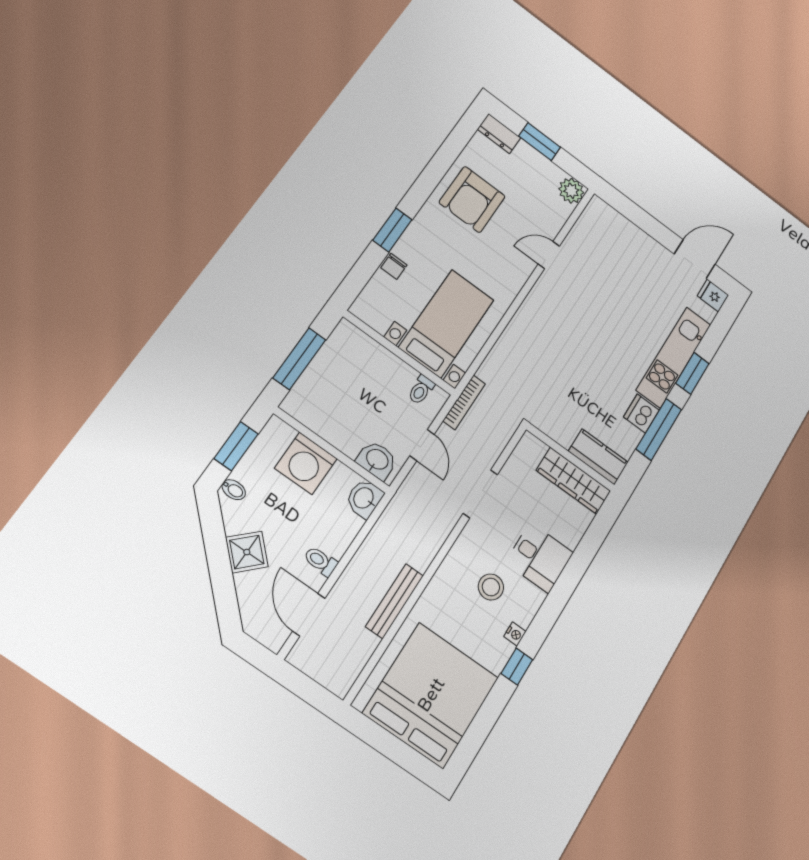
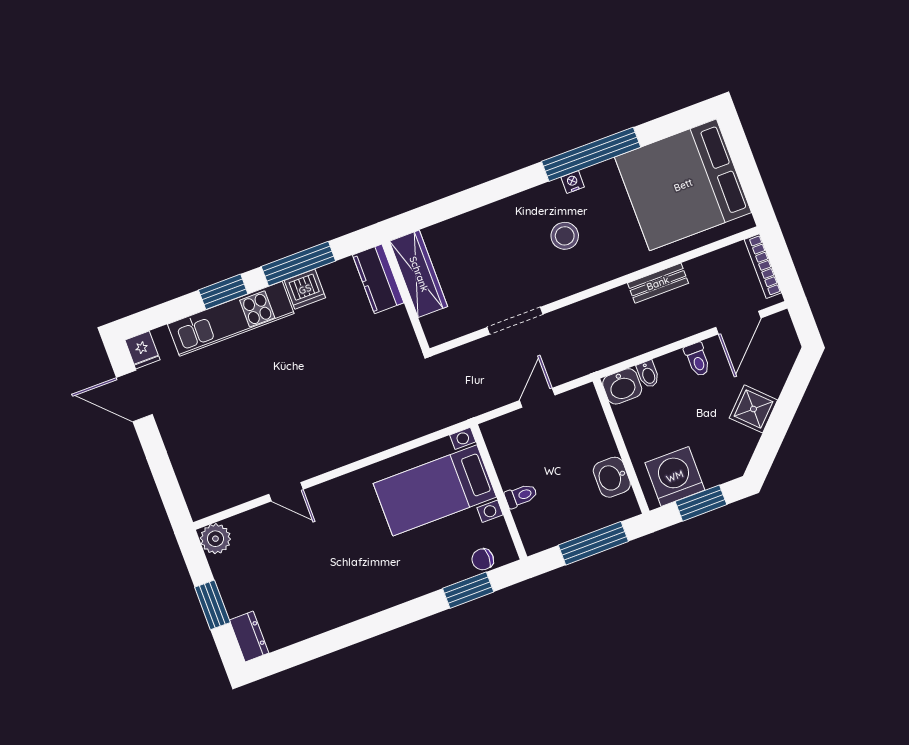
armchair: (472, 199) -> (324, 589), removed
window: (392, 230) -> (468, 590), moved
chair: (394, 266) -> (483, 559), moved, turned 180
toilet: (421, 390) -> (521, 496), moved
bookcase: (464, 402) -> (763, 266), moved, turned -90
washbasin: (377, 460) -> (612, 477), moved
washing machine: (306, 463) -> (675, 476), moved, turned -90
bidet: (234, 490) -> (648, 374), moved, turned 180
desk: (539, 558) -> (502, 230), removed
bench: (395, 601) -> (658, 283), width x0.73
window: (517, 667) -> (591, 154), width x3.17

